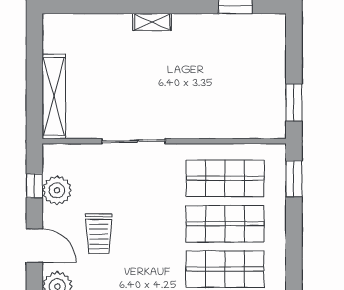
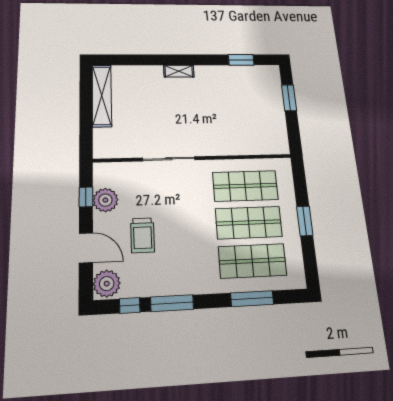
shelving: (54, 96) -> (102, 96), moved
window: (294, 102) -> (289, 98), moved
window: (294, 179) -> (305, 221), moved

